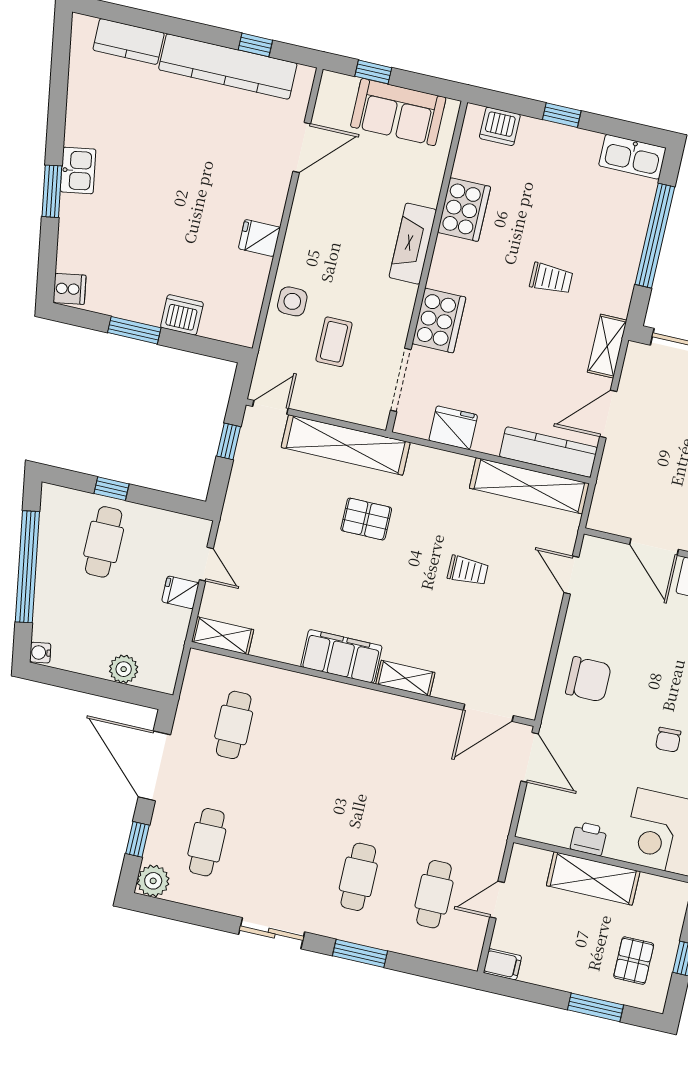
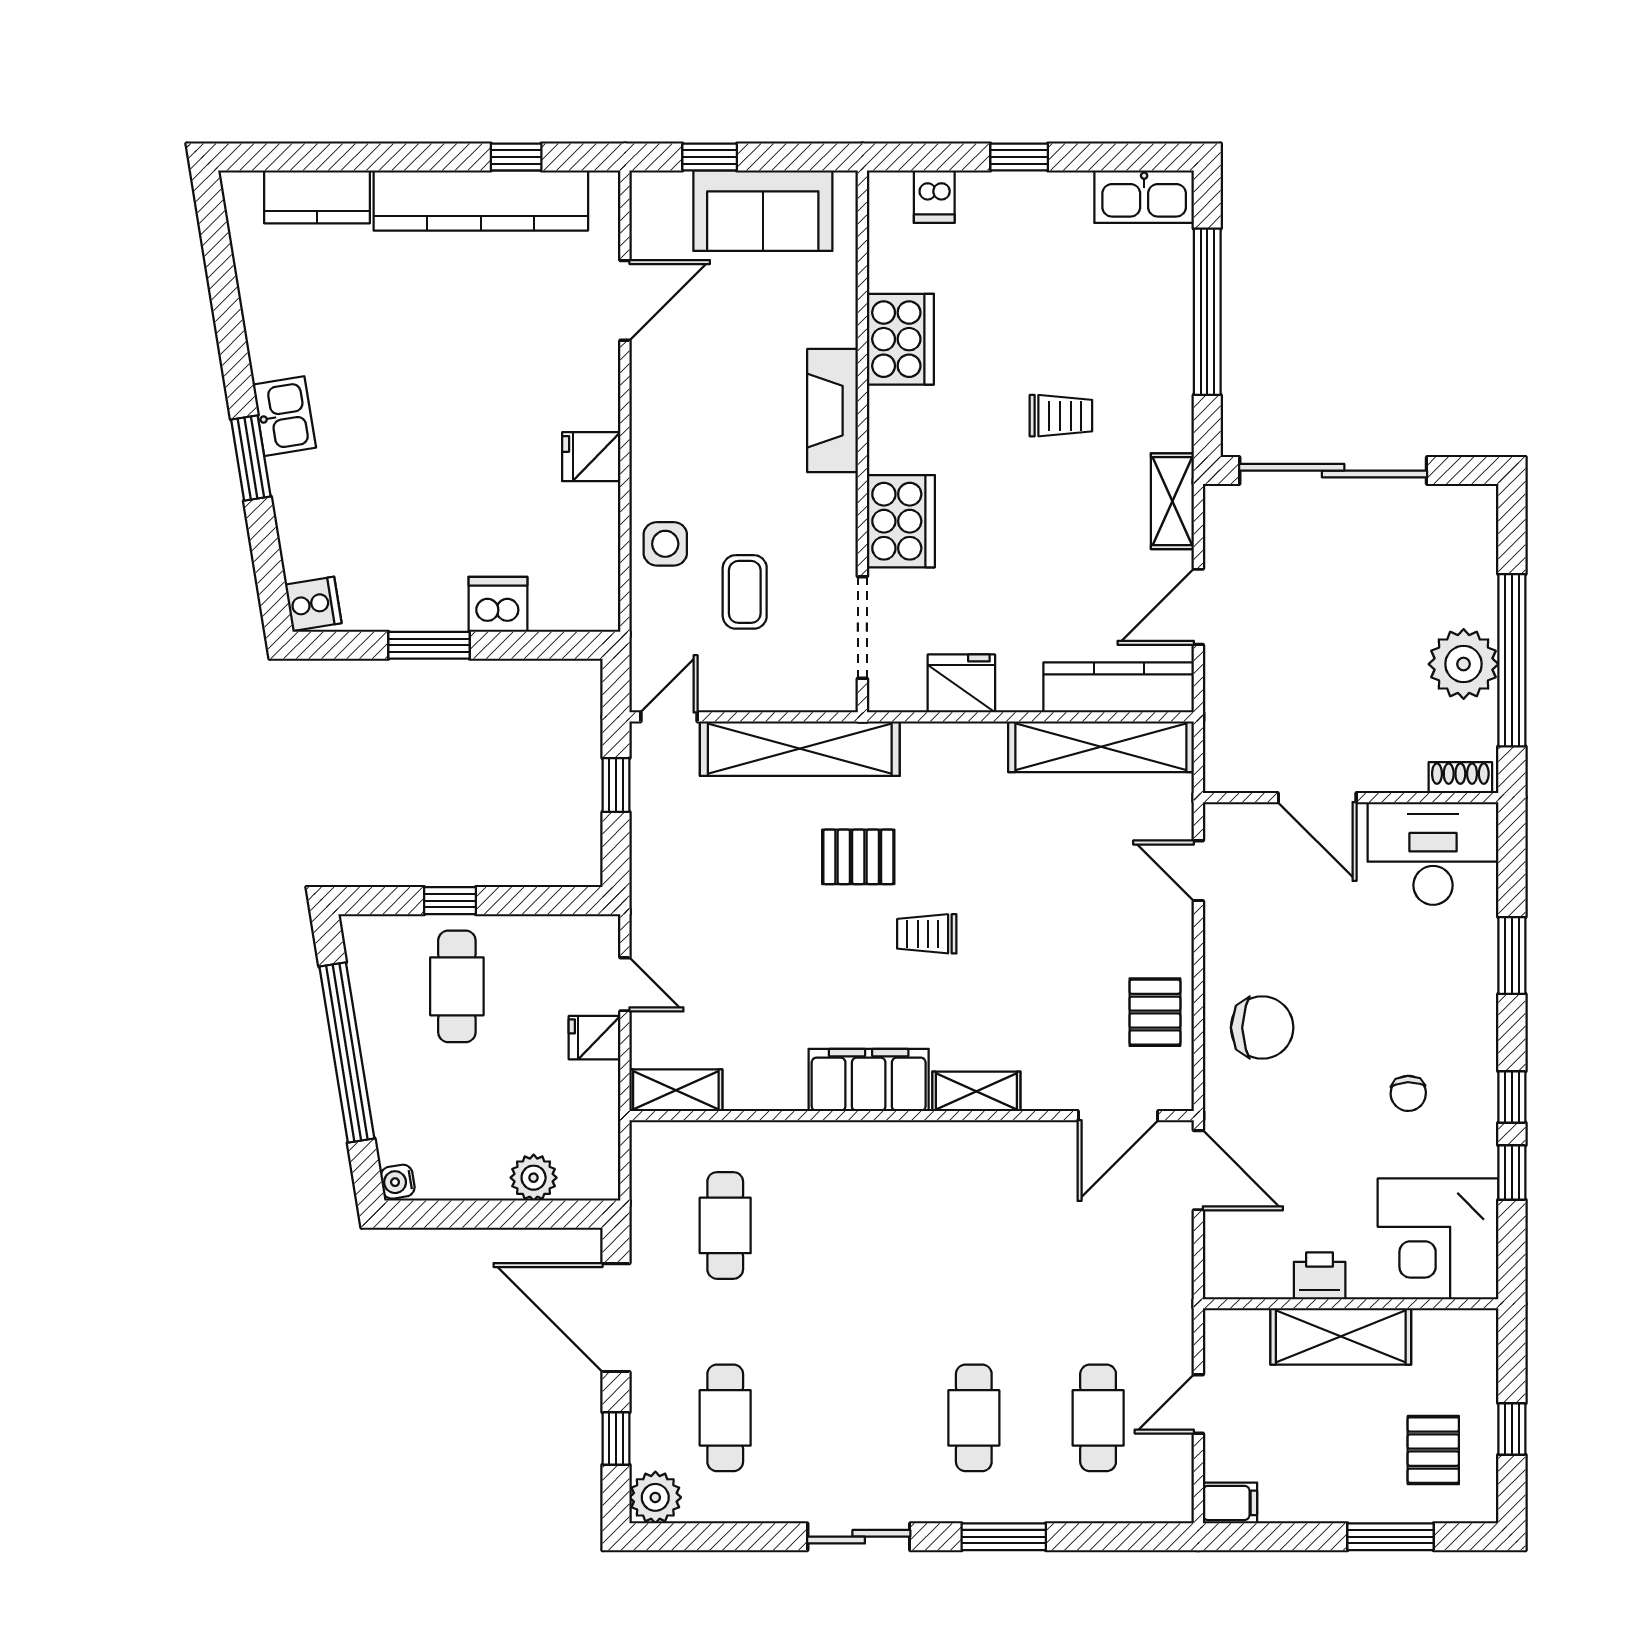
dishwasher: (500, 126) -> (934, 197), width x0.73
trolley: (468, 571) -> (927, 934), moved, turned 180
pallet: (525, 655) -> (1155, 1012), added

